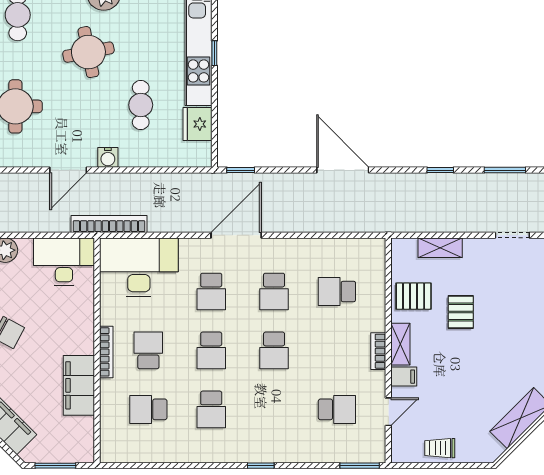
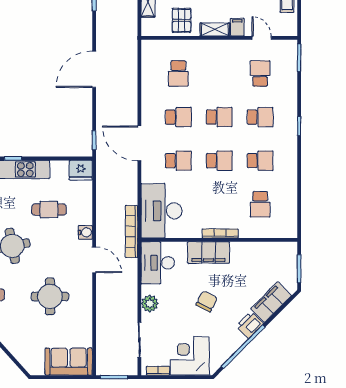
fridge: (197, 124) -> (81, 170), moved
school desk: (148, 350) -> (260, 117), moved, turned 180
bookcase: (378, 351) -> (220, 45), removed
filing cabinet: (79, 385) -> (208, 252), moved

